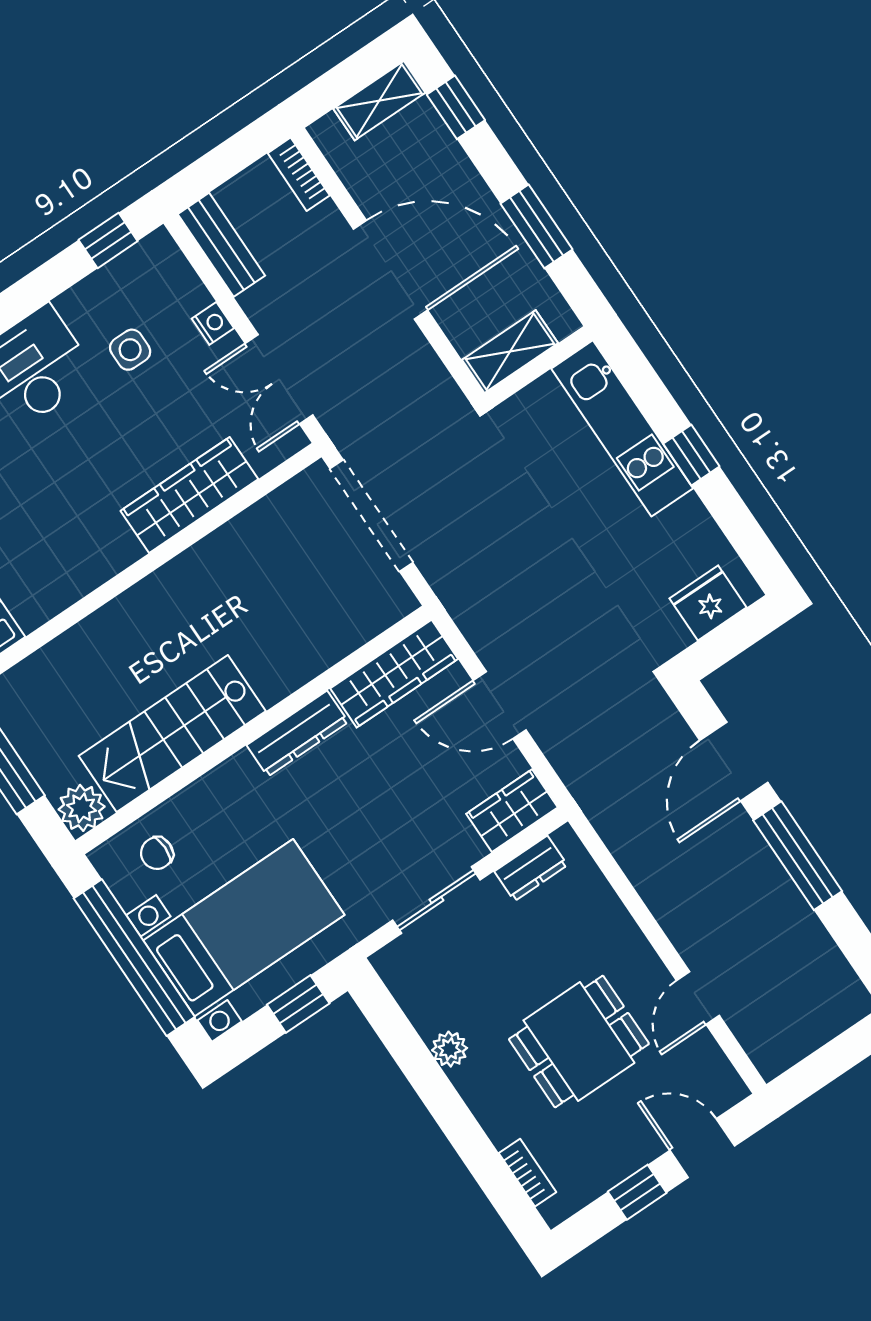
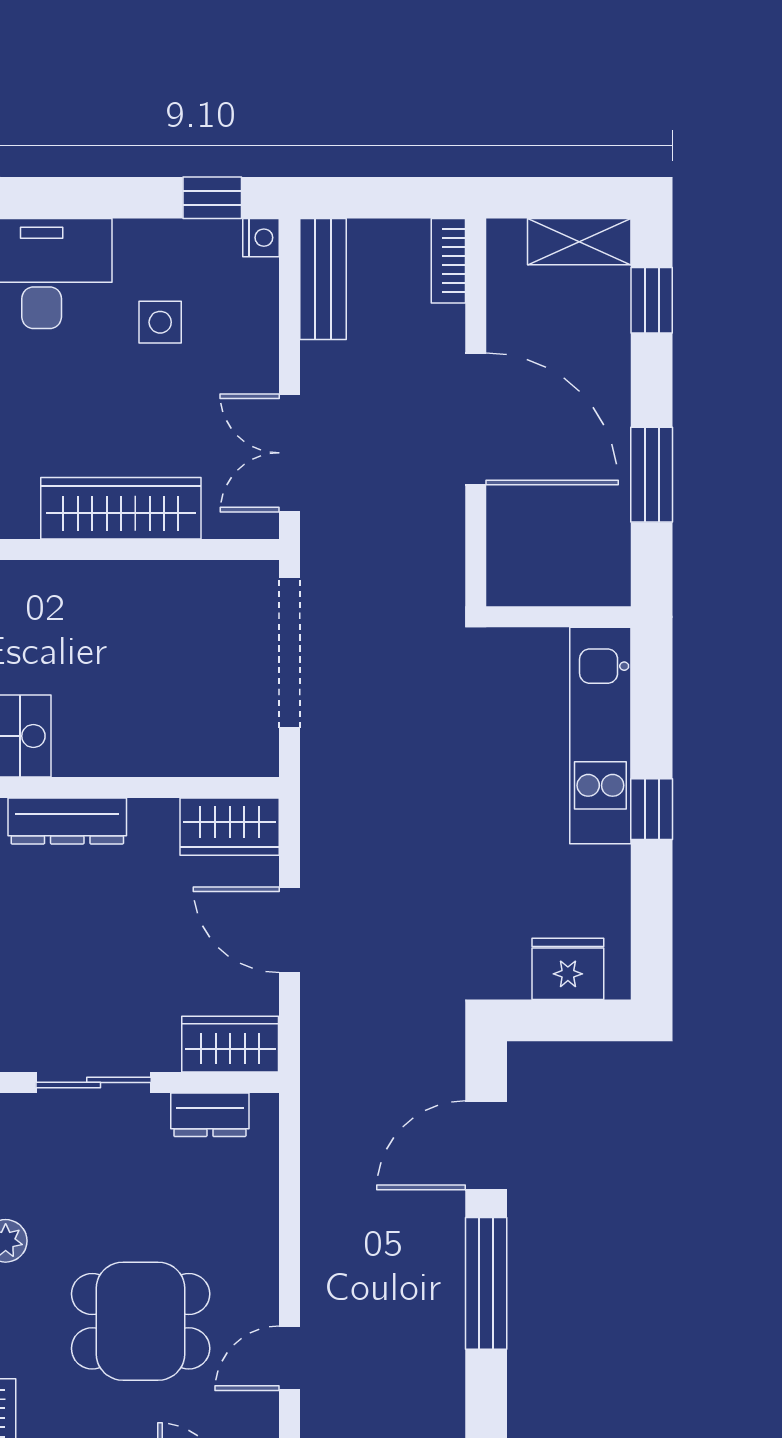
nightstand: (213, 323) -> (261, 238), moved
shelving: (510, 352) -> (540, 582), removed
wardrobe: (394, 674) -> (230, 827), width x0.67

